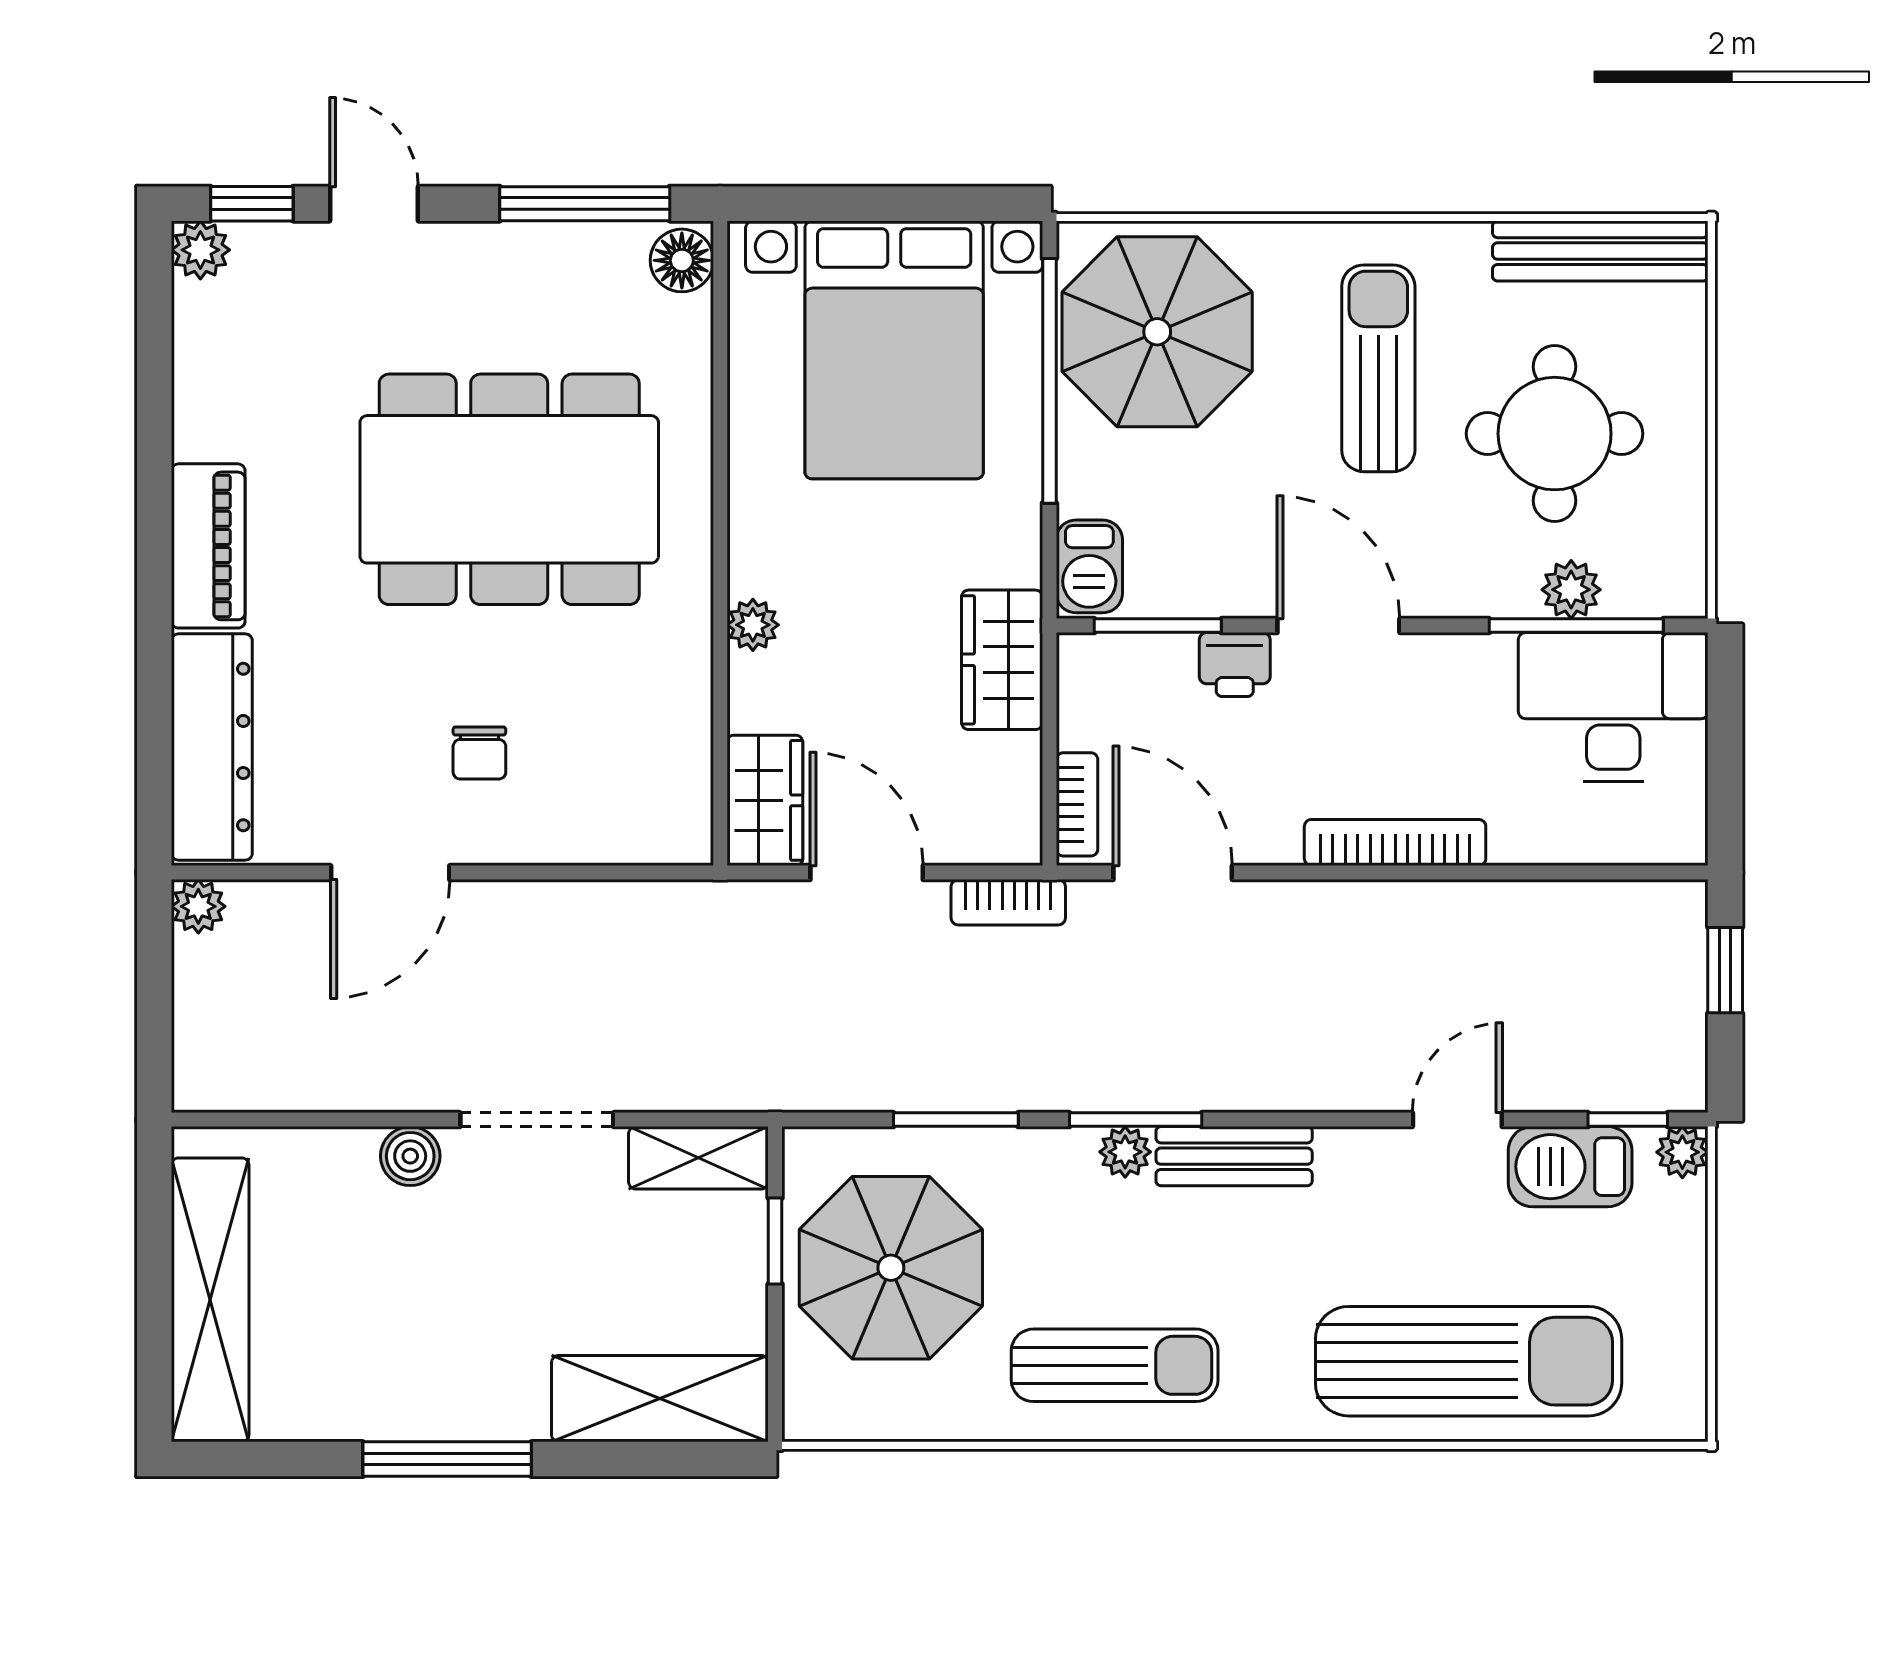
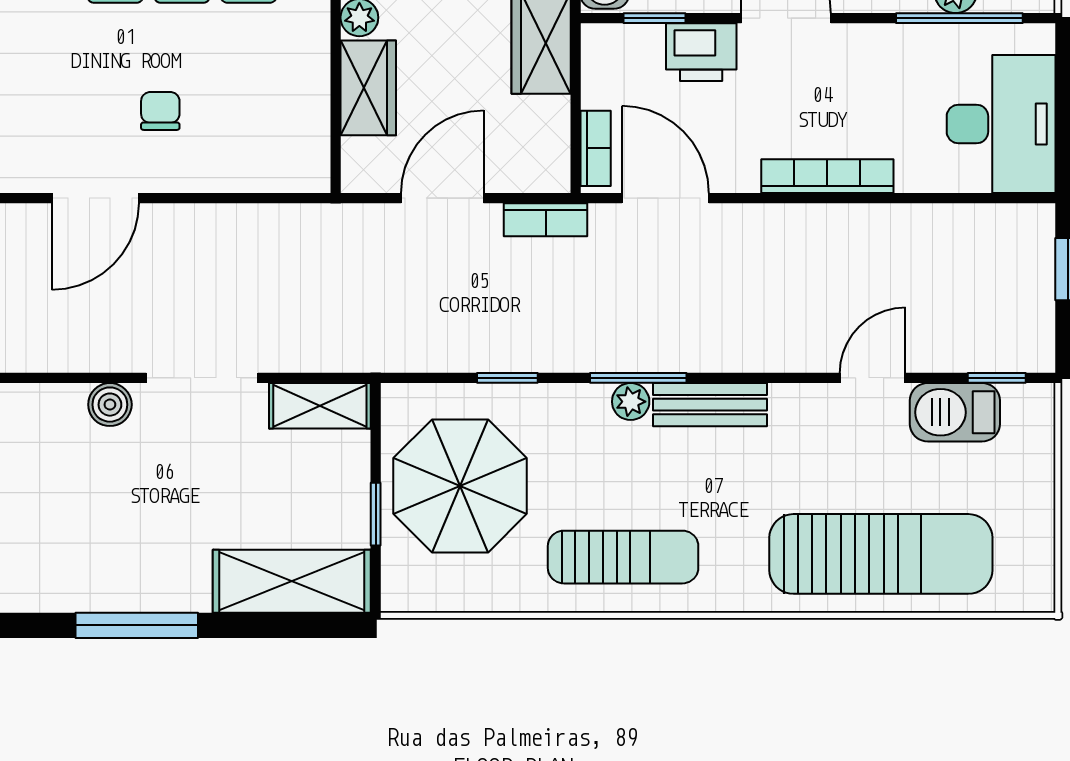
window: (1158, 626) -> (655, 18), width x0.67
printer: (1235, 665) -> (701, 52), width x1.36, depth x1.24
desk: (1613, 707) -> (1001, 124), moved, turned 90
chair: (479, 753) -> (160, 111), turned 180
wardrobe: (765, 800) -> (368, 88), moved
door: (867, 873) -> (442, 198), hinge flipped
window: (956, 1120) -> (507, 378), width x0.67
plant: (1682, 1152) -> (1037, 402), removed
window: (775, 1241) -> (376, 514), moved

